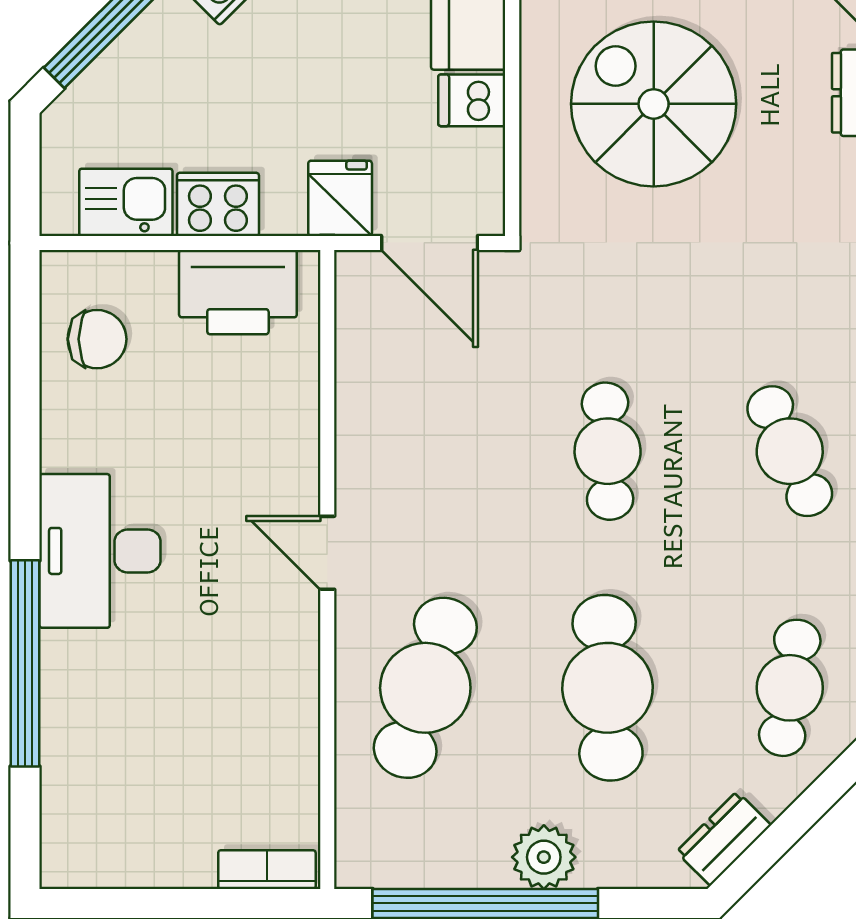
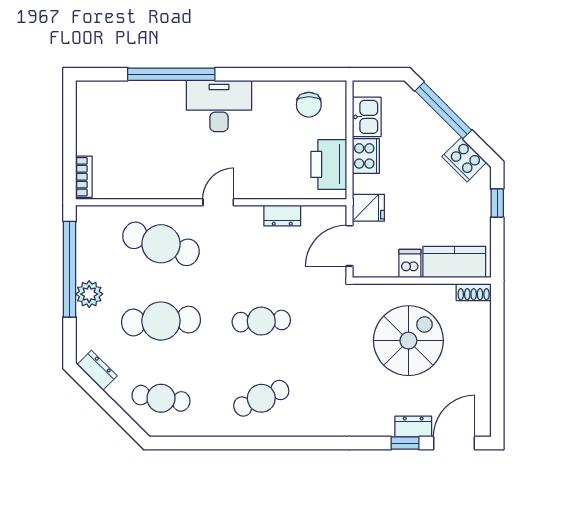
dresser: (359, 402) -> (282, 216), added

